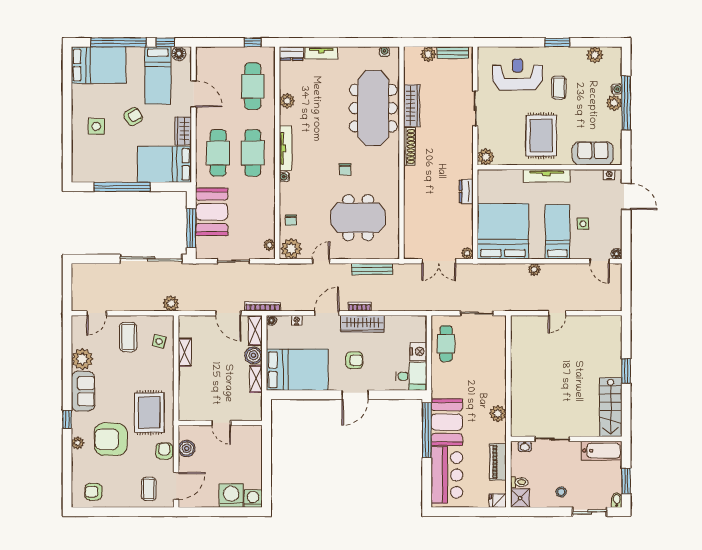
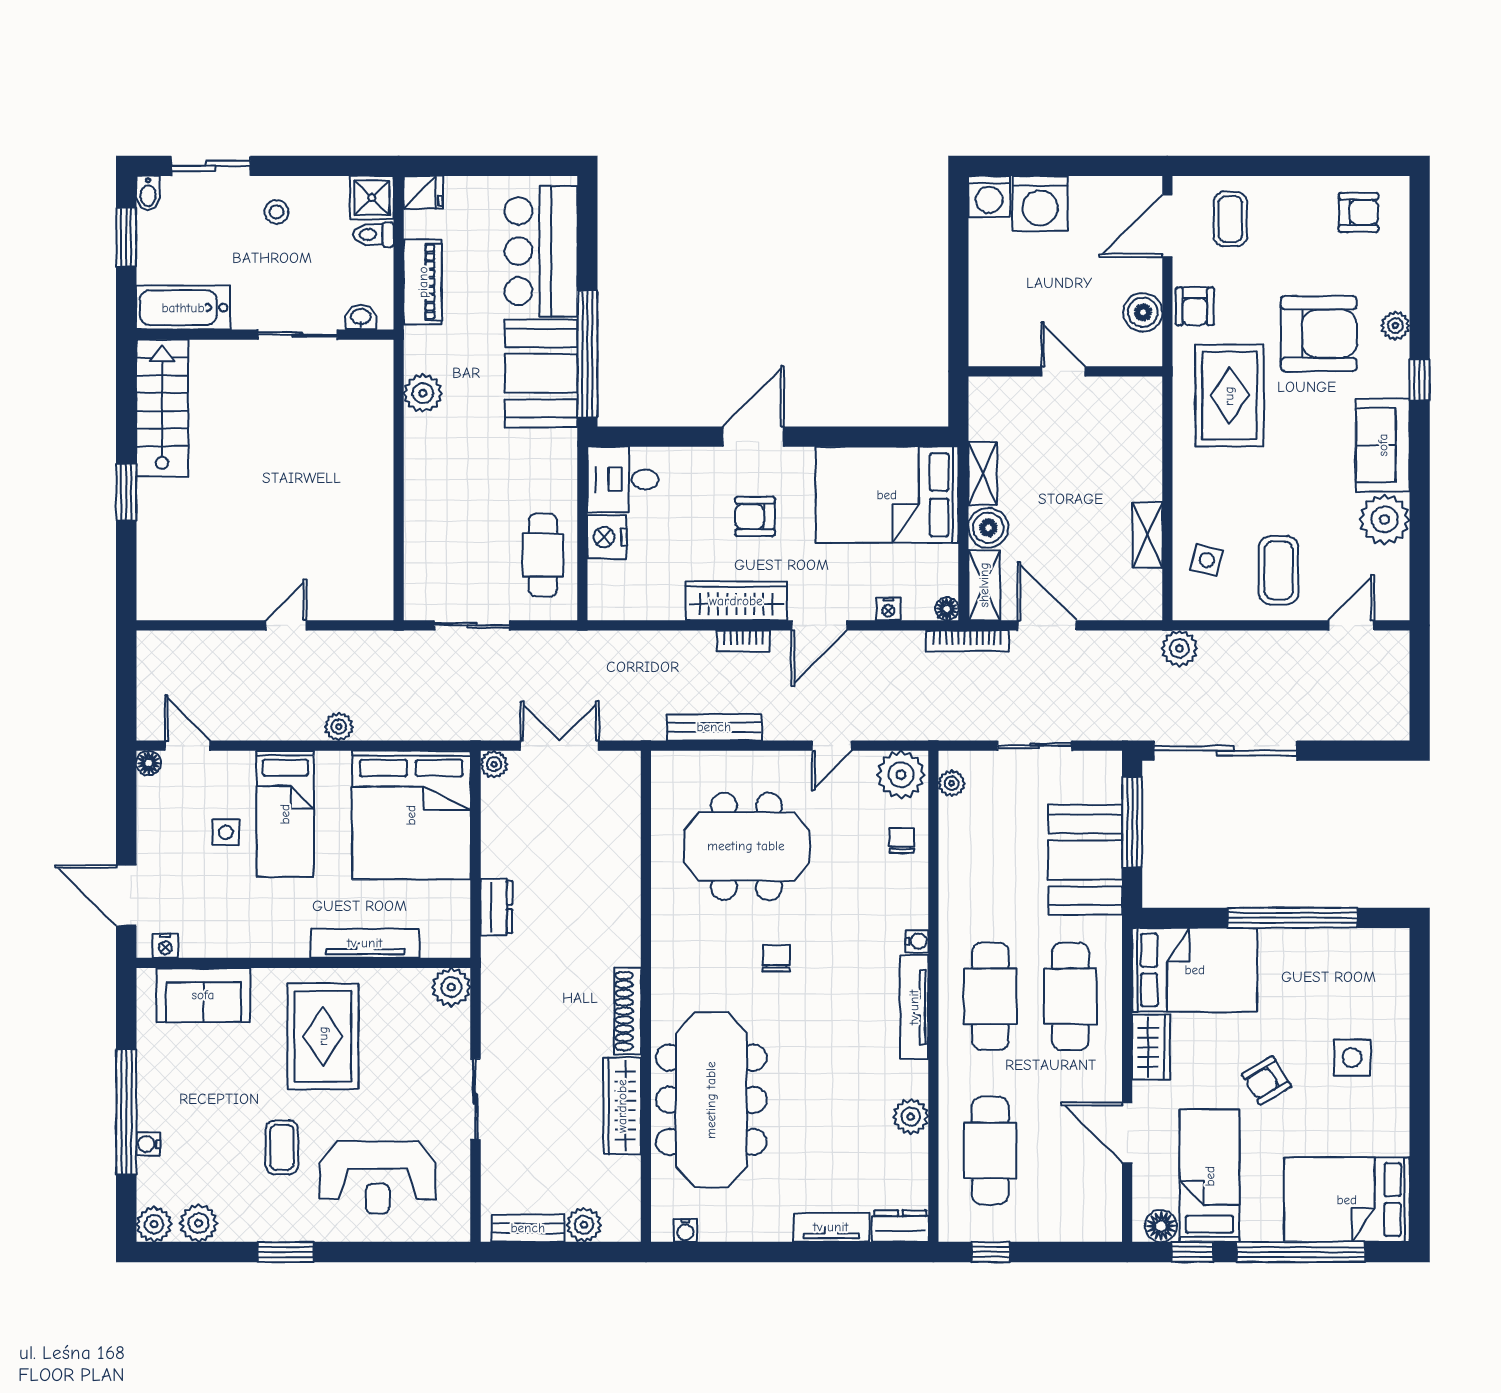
plant: (614, 103) -> (154, 1224), moved
tv unit: (547, 176) -> (365, 943), moved

